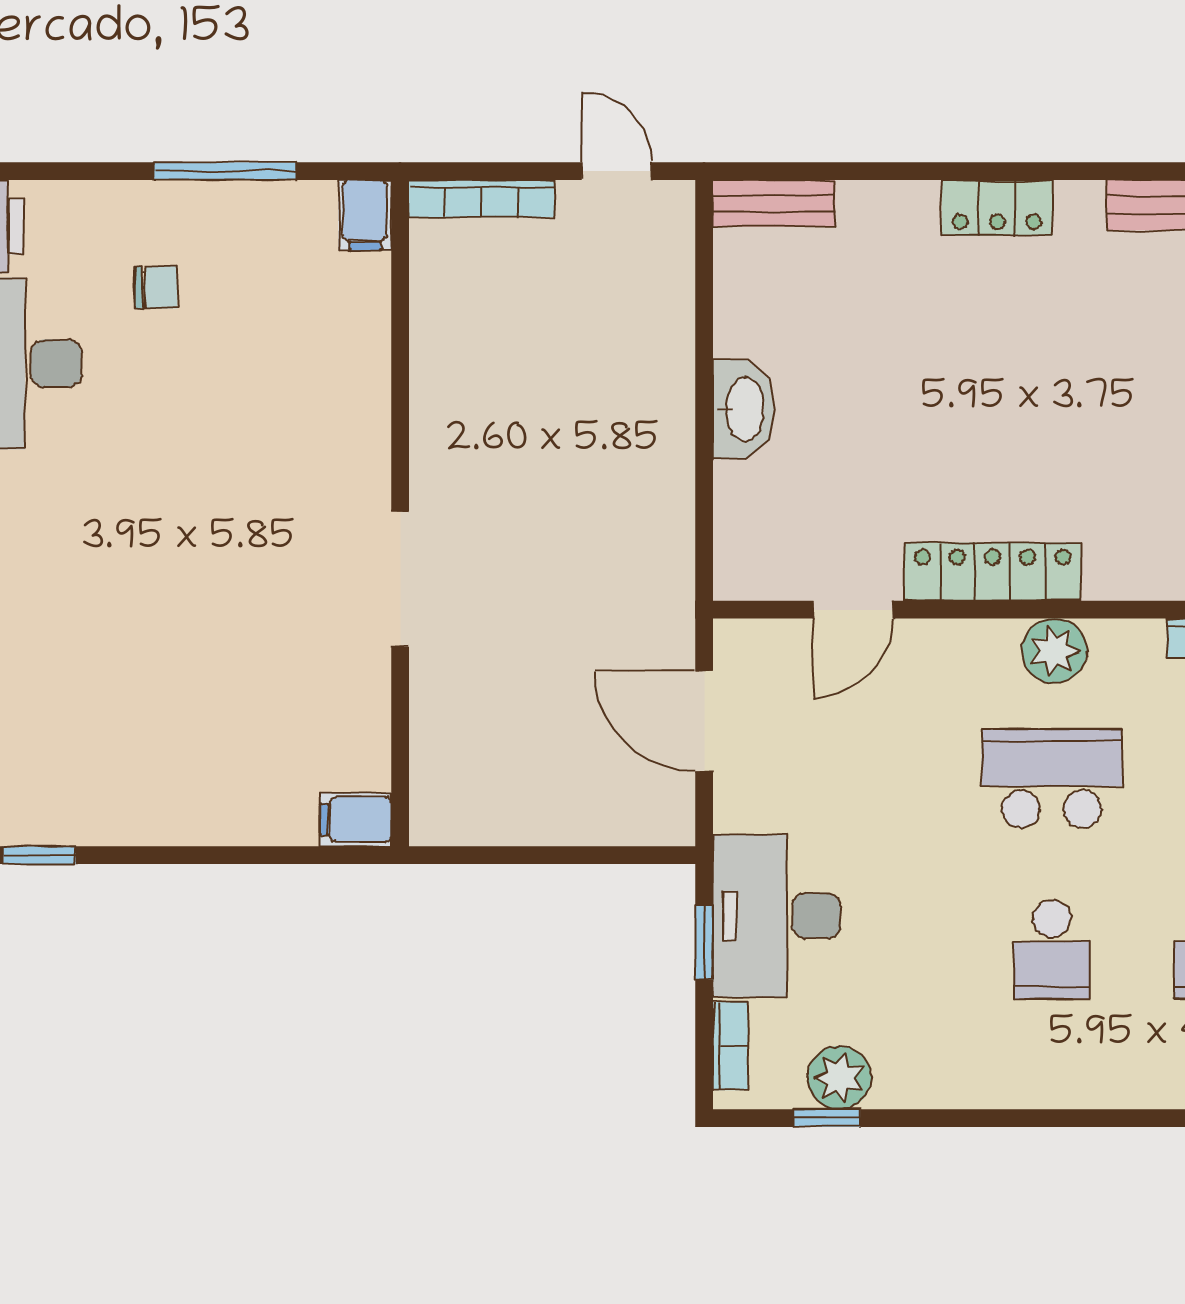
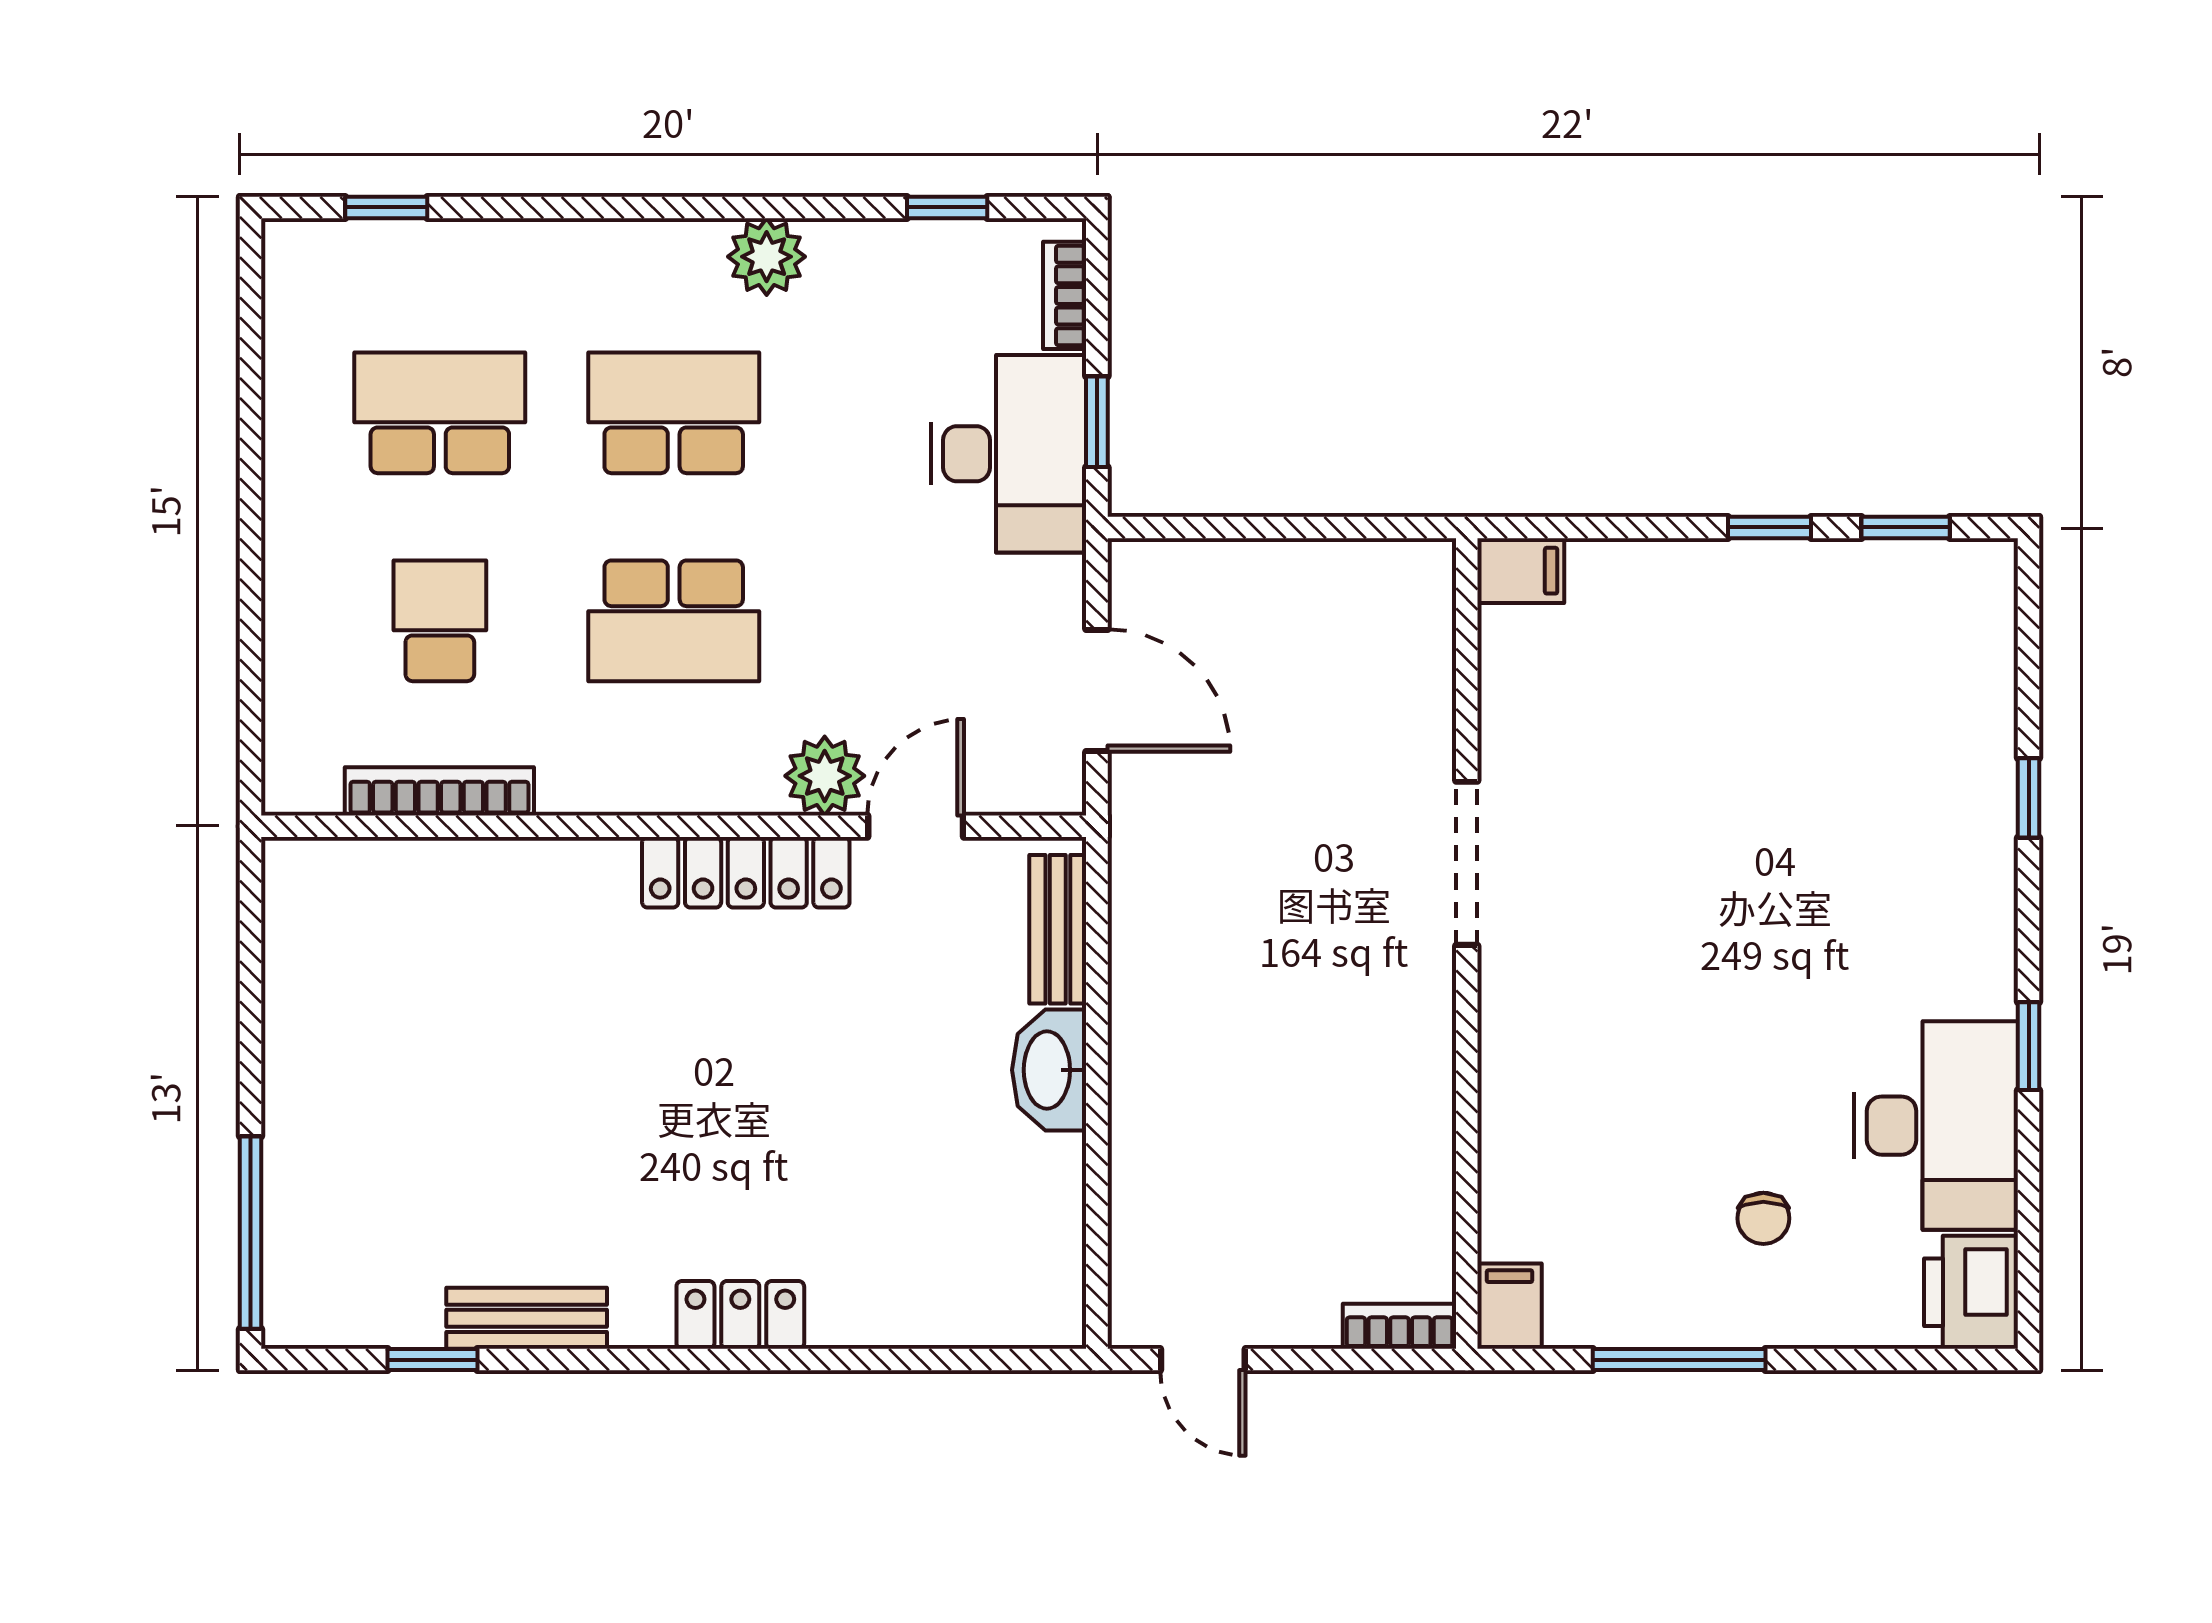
bookcase: (481, 198) -> (1399, 1326), width x0.64
bench: (774, 203) -> (1058, 929), moved, turned 90
chair: (156, 287) -> (1763, 1218), turned -90
plant: (1054, 651) -> (825, 776), moved
window: (151, 855) -> (1769, 527), added
school desk: (1052, 949) -> (674, 413), width x1.85
plant: (839, 1078) -> (767, 257), moved

